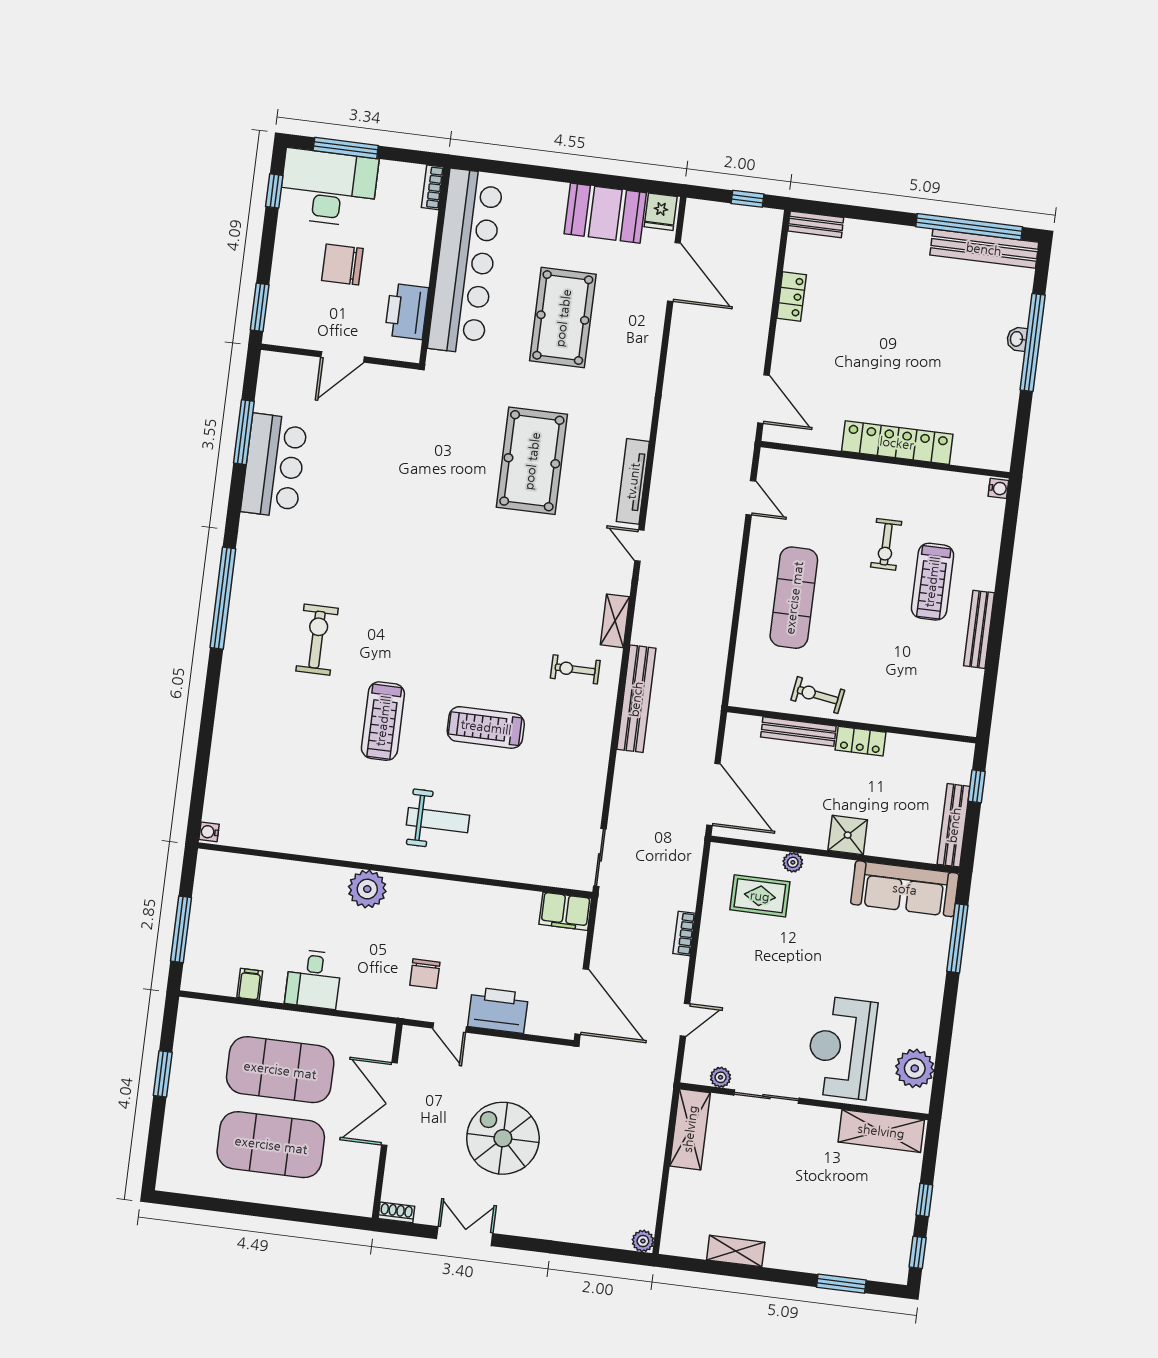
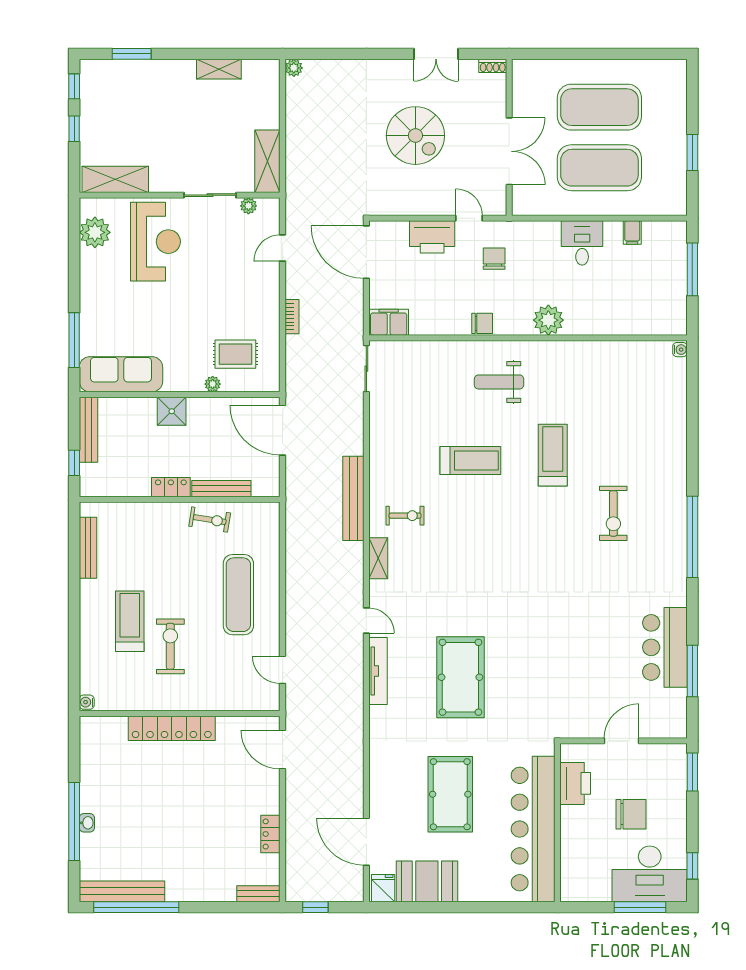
bookcase: (433, 187) -> (567, 885), removed
exercise bike: (886, 544) -> (170, 646), width x1.38, depth x1.39
bench: (979, 629) -> (88, 548), moved
chair: (450, 895) -> (482, 323), added

